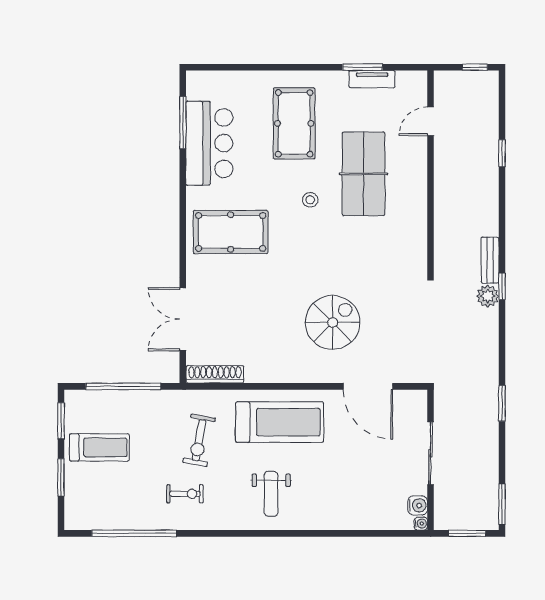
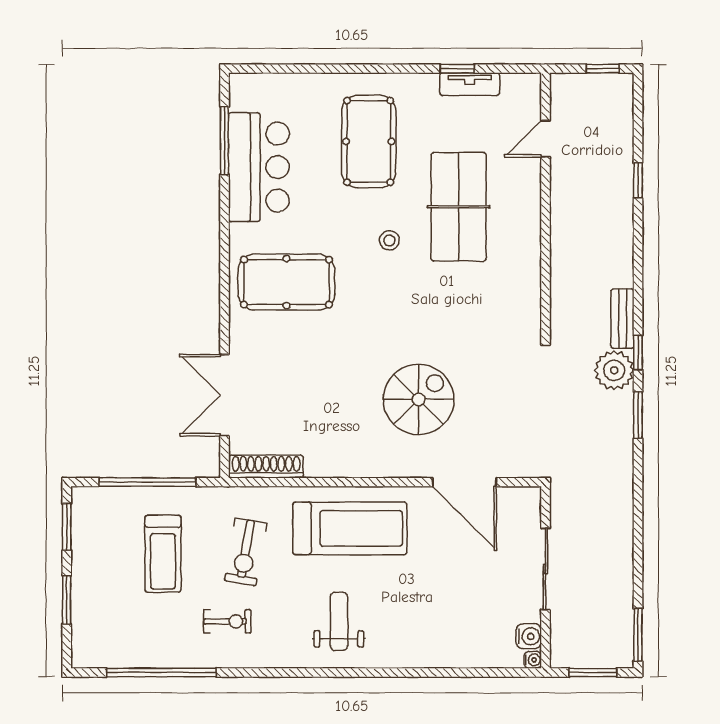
window: (362, 67) -> (457, 69), width x0.67
plant: (488, 296) -> (614, 370), width x1.36, depth x1.36
window: (502, 403) -> (638, 415), moved
treadmill: (99, 447) -> (163, 554), moved, turned 90
weight bench: (271, 494) -> (339, 621), turned 180

